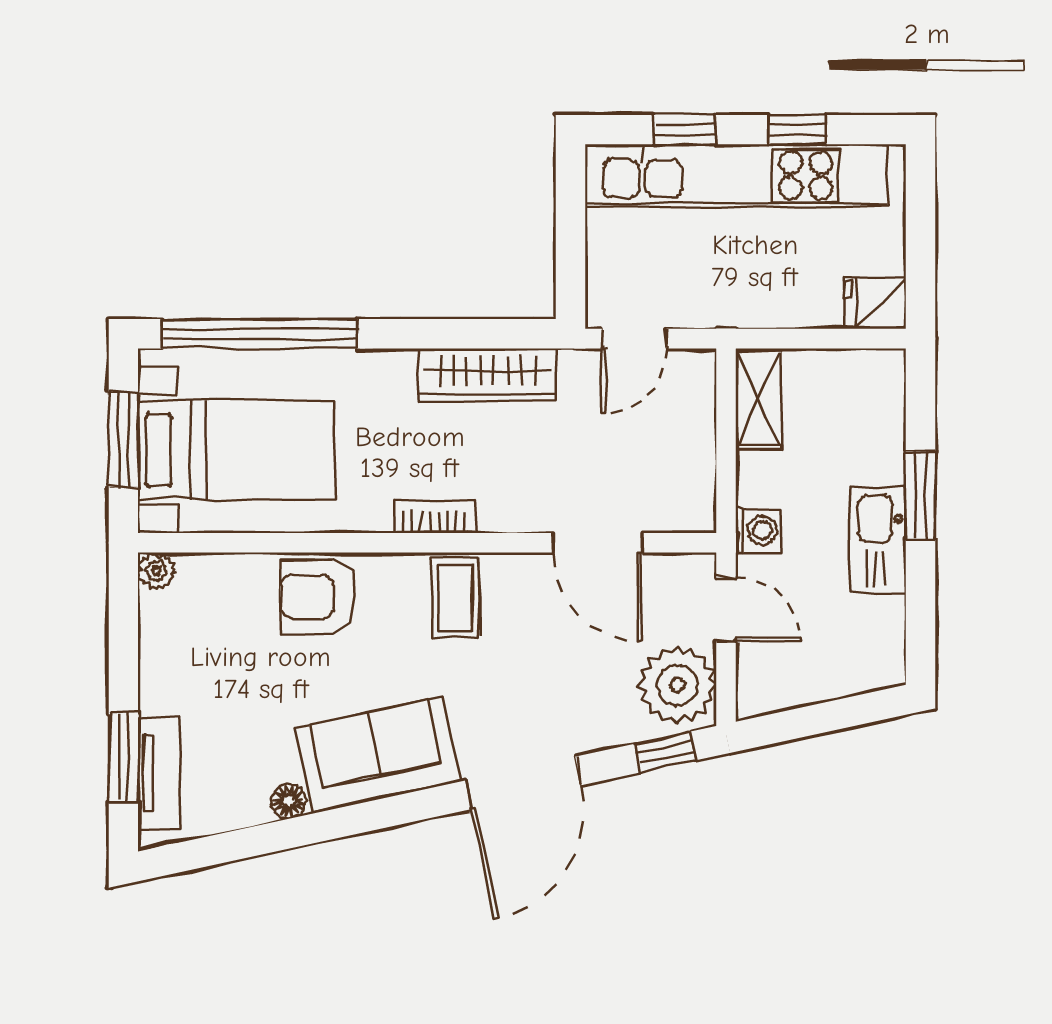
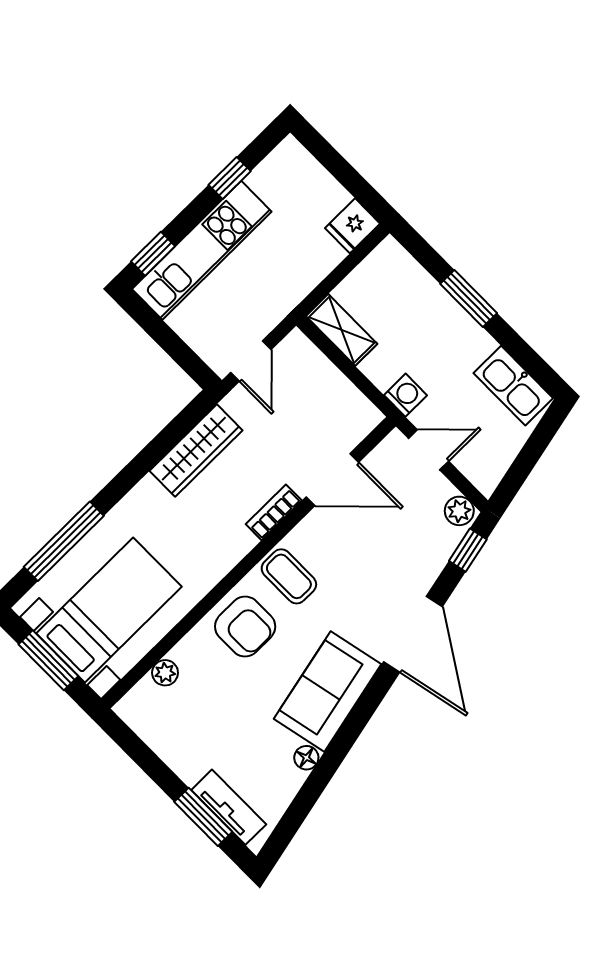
window: (685, 130) -> (153, 254), moved
kitchen unit: (736, 175) -> (202, 250), width x0.73
window: (260, 334) -> (64, 541), width x0.68
bookcase: (435, 517) -> (274, 512), moved
kitchen sink: (878, 540) -> (513, 386), moved
plant: (156, 571) -> (165, 673), moved
armchair: (318, 597) -> (245, 627), moved, turned -90
plant: (677, 685) -> (459, 511), width x0.53, depth x0.53

